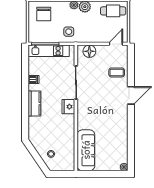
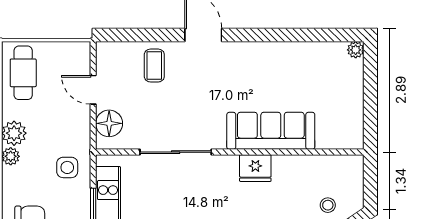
door: (116, 44) -> (93, 90), moved
fridge: (68, 107) -> (255, 168), moved
sofa: (86, 150) -> (271, 131), moved

